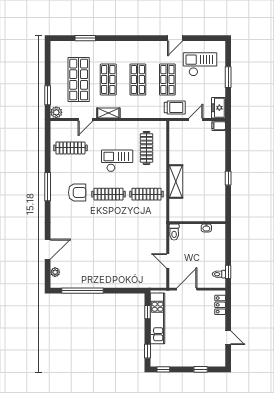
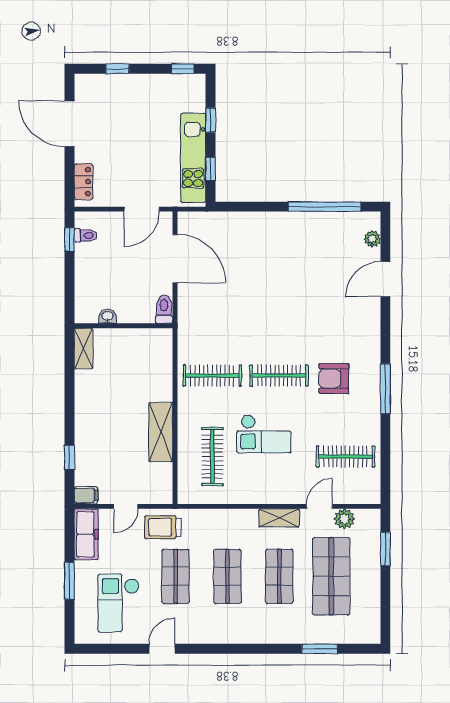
checkout: (200, 64) -> (119, 603), turned 90
freezer: (218, 108) -> (86, 534), width x1.40
plant: (56, 112) -> (344, 519), moved
window: (228, 178) -> (69, 457), moved
shelving: (176, 181) -> (161, 432), moved
shelving: (220, 210) -> (84, 348), added
door: (168, 261) -> (175, 259), width x1.87
door: (228, 338) -> (69, 124), width x1.87
window: (148, 351) -> (211, 120), moved

